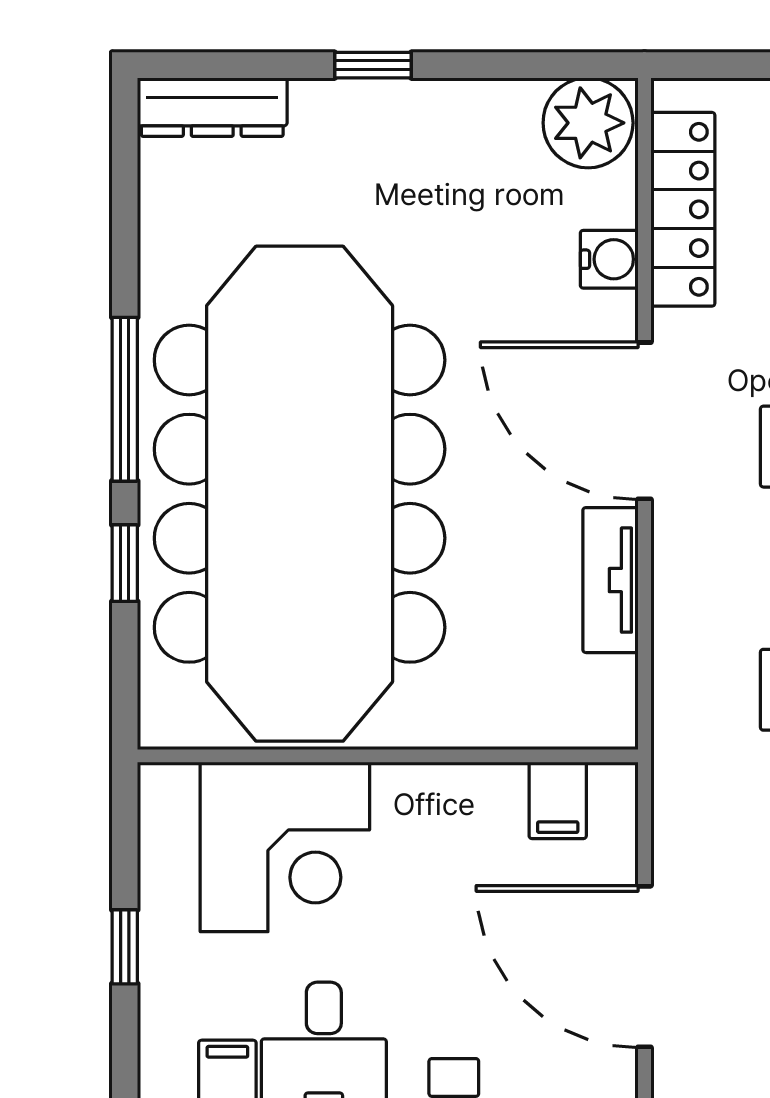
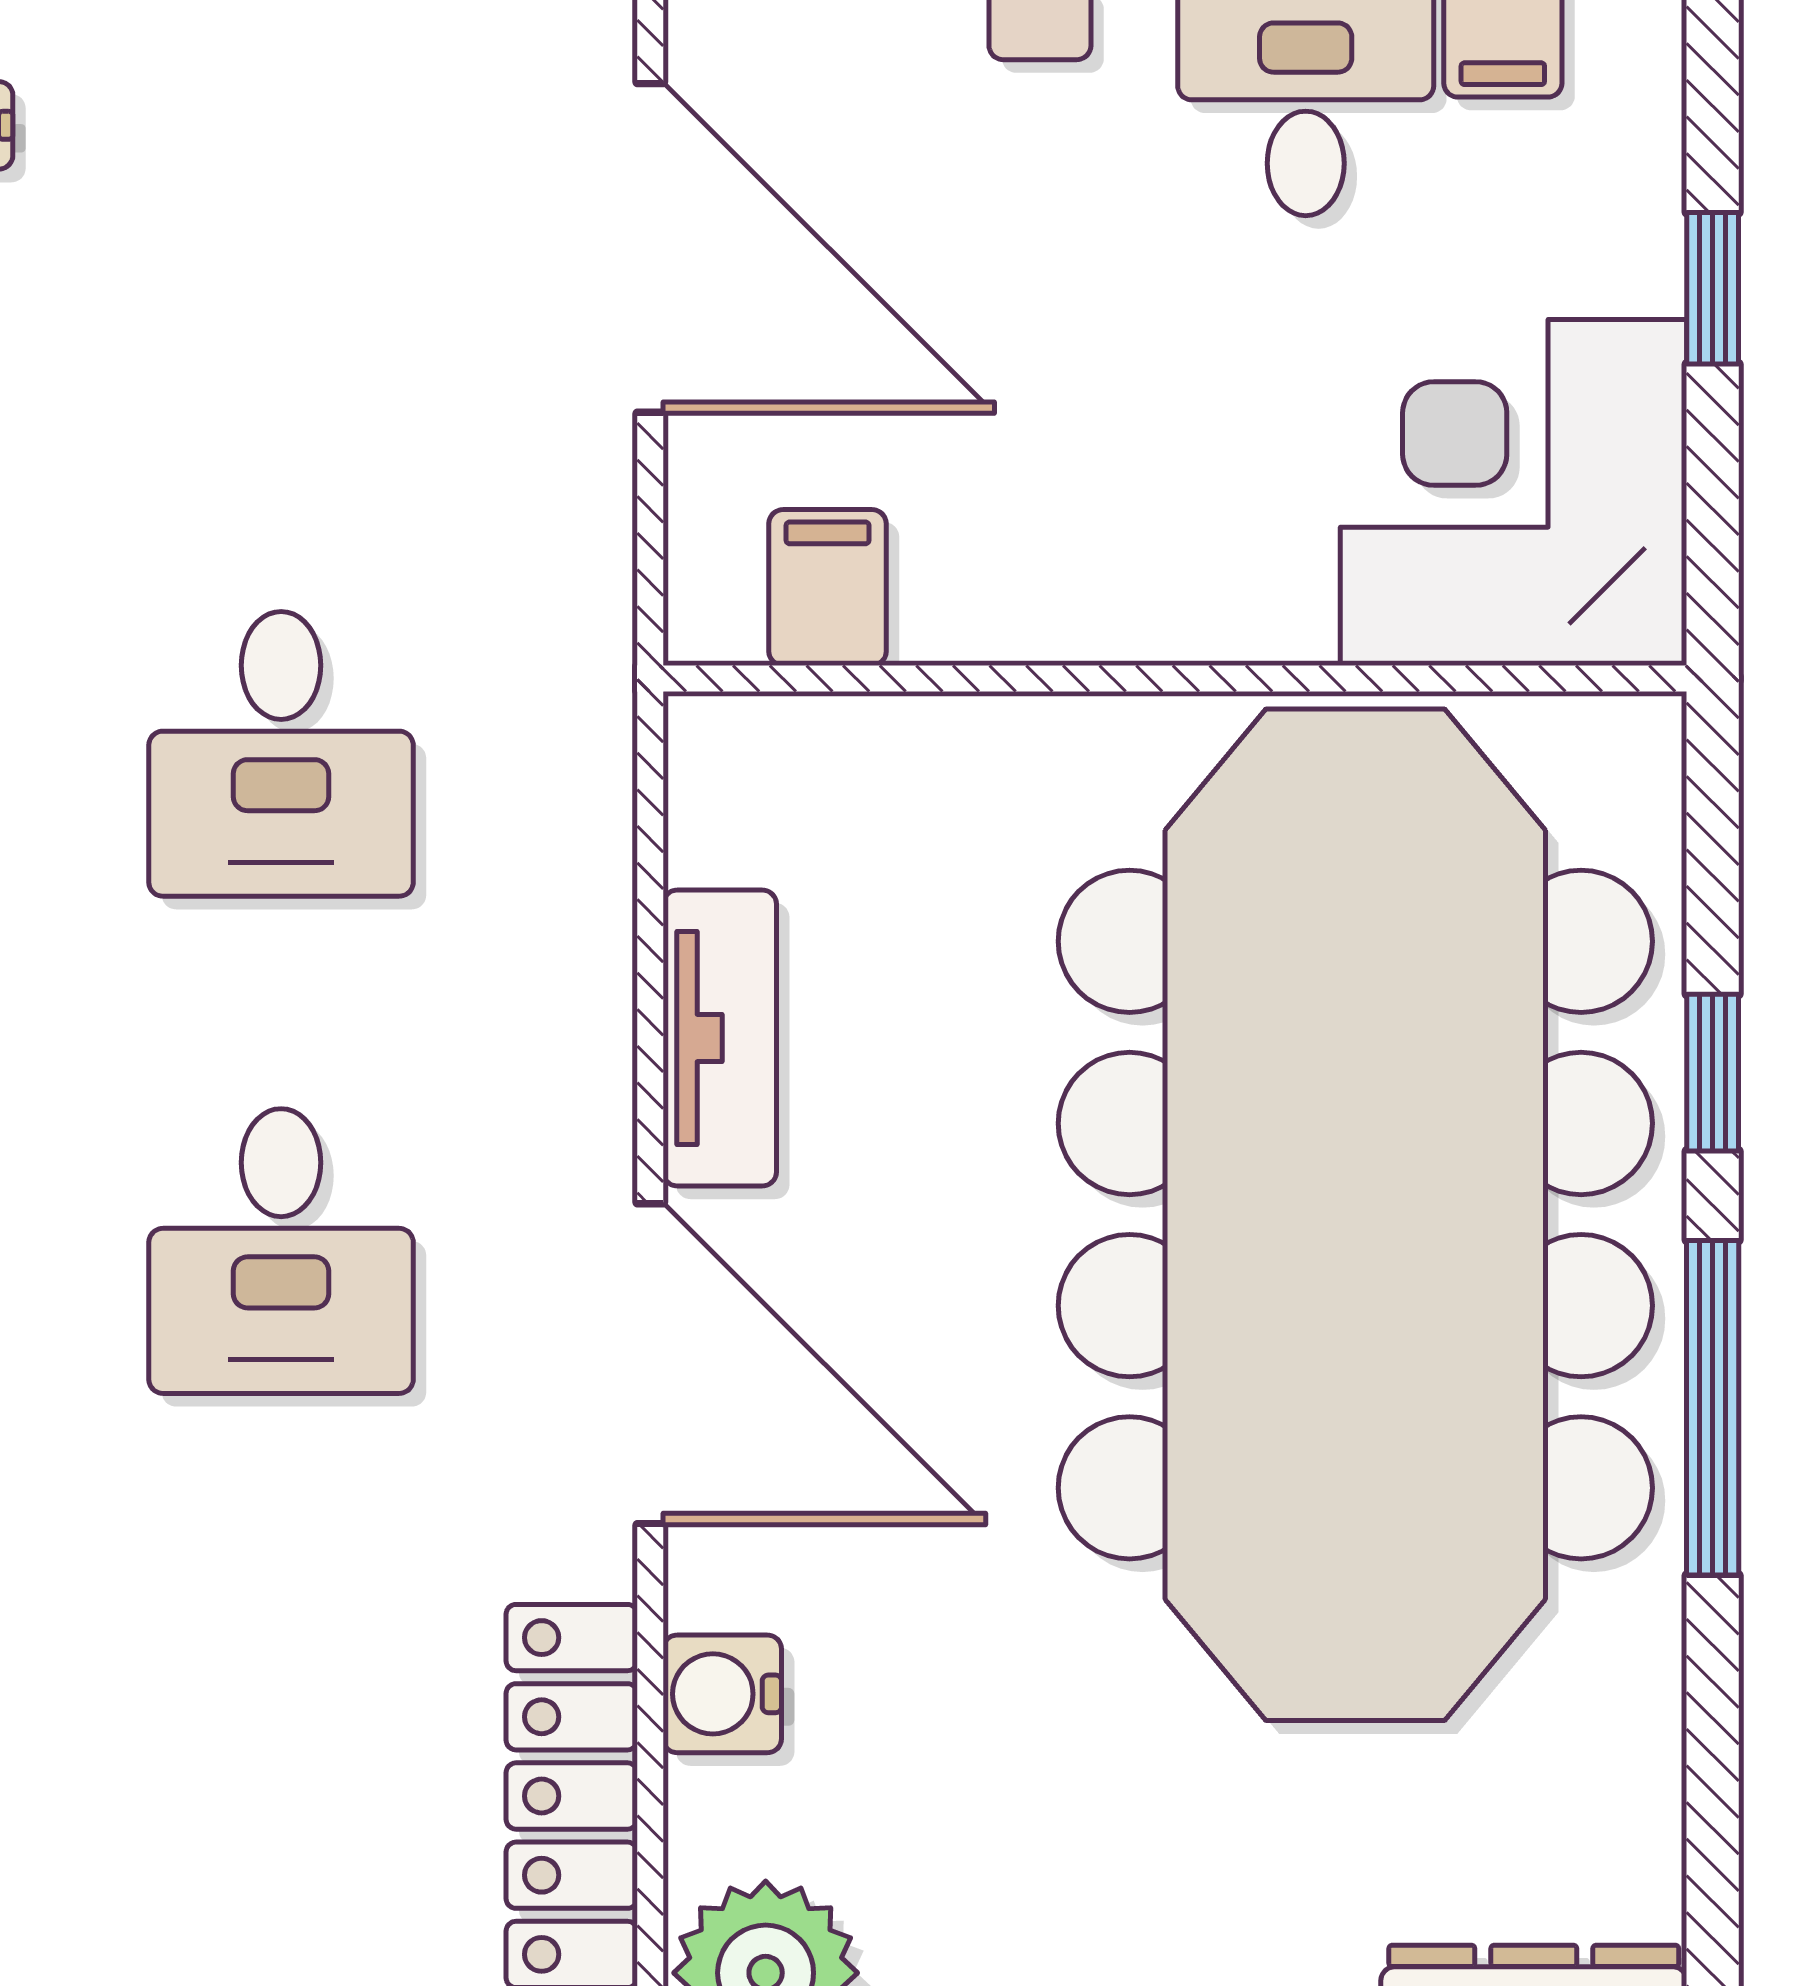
corner desk: (285, 847) -> (1514, 492), moved

